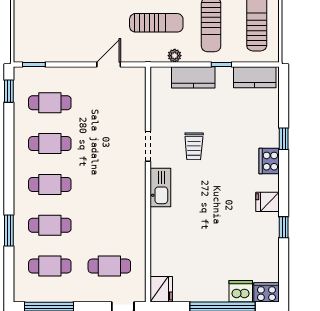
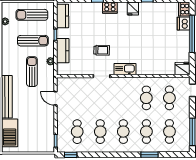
cafe table: (109, 225) -> (146, 98), added

